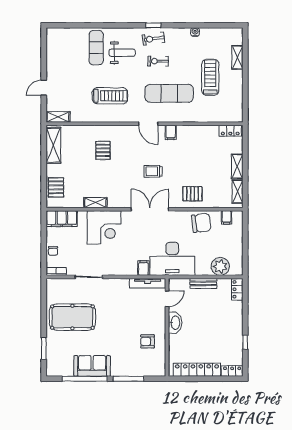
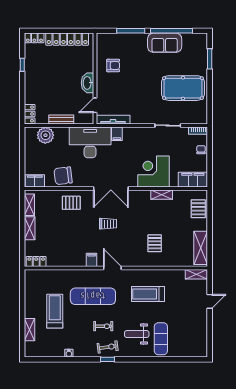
treadmill: (210, 77) -> (55, 311), turned 180
filing cabinet: (227, 217) -> (35, 181), width x2.00

